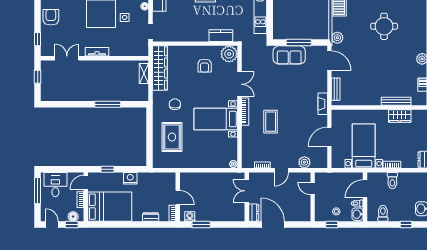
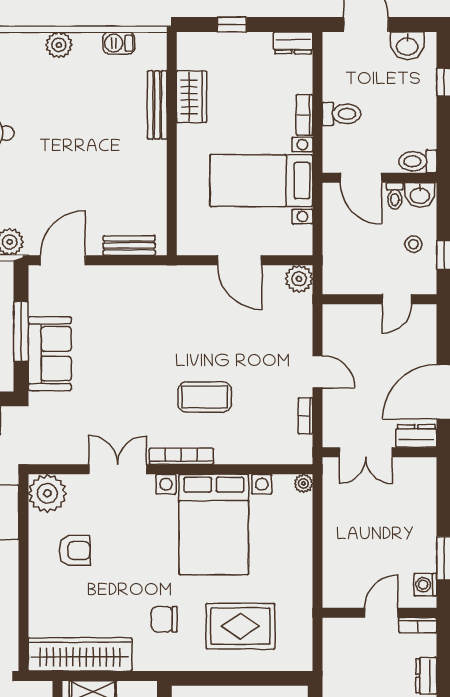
fireplace: (323, 104) -> (163, 276), removed
bed with nightstands: (216, 119) -> (214, 524), width x1.36
plant: (304, 162) -> (299, 279), moved
door: (313, 188) -> (397, 299), moved
toilet: (383, 213) -> (418, 161), moved

